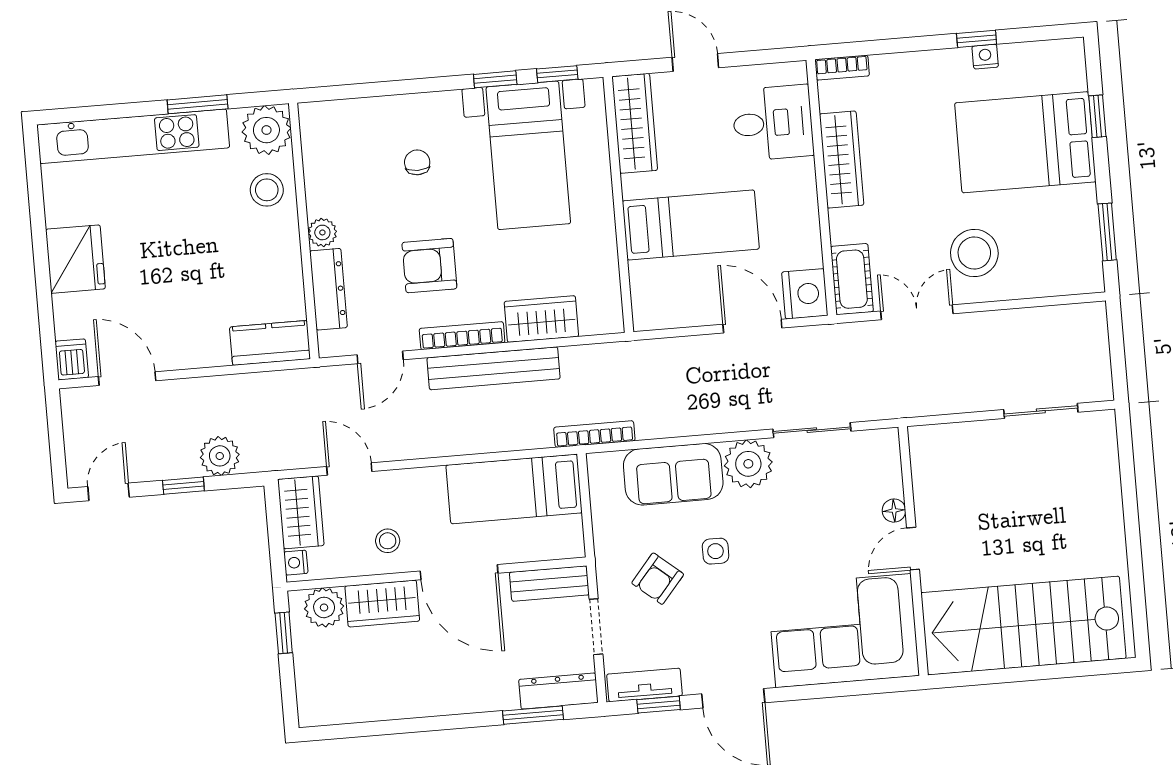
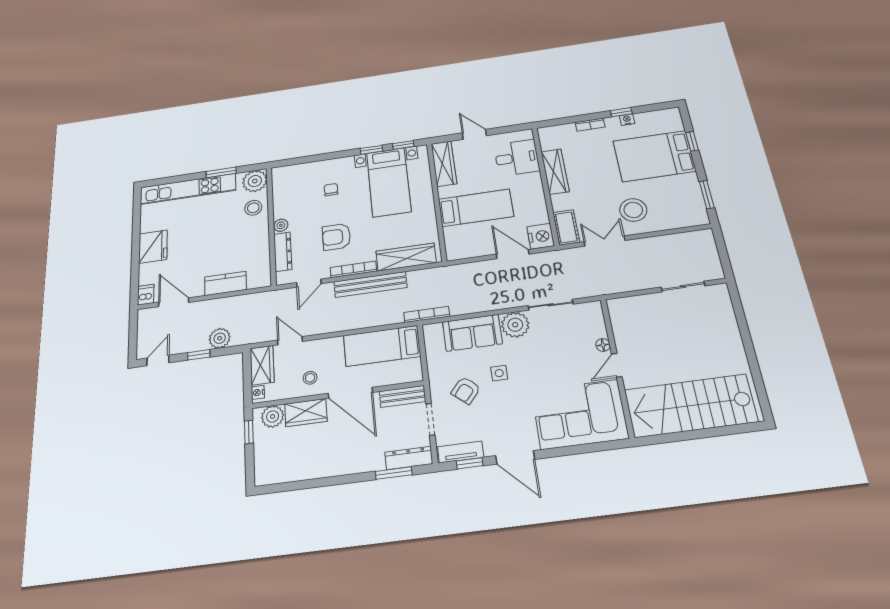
bookcase: (842, 68) -> (590, 125), moved
wardrobe: (541, 319) -> (406, 257), width x1.50
kitchen counter: (270, 343) -> (225, 283), moved

